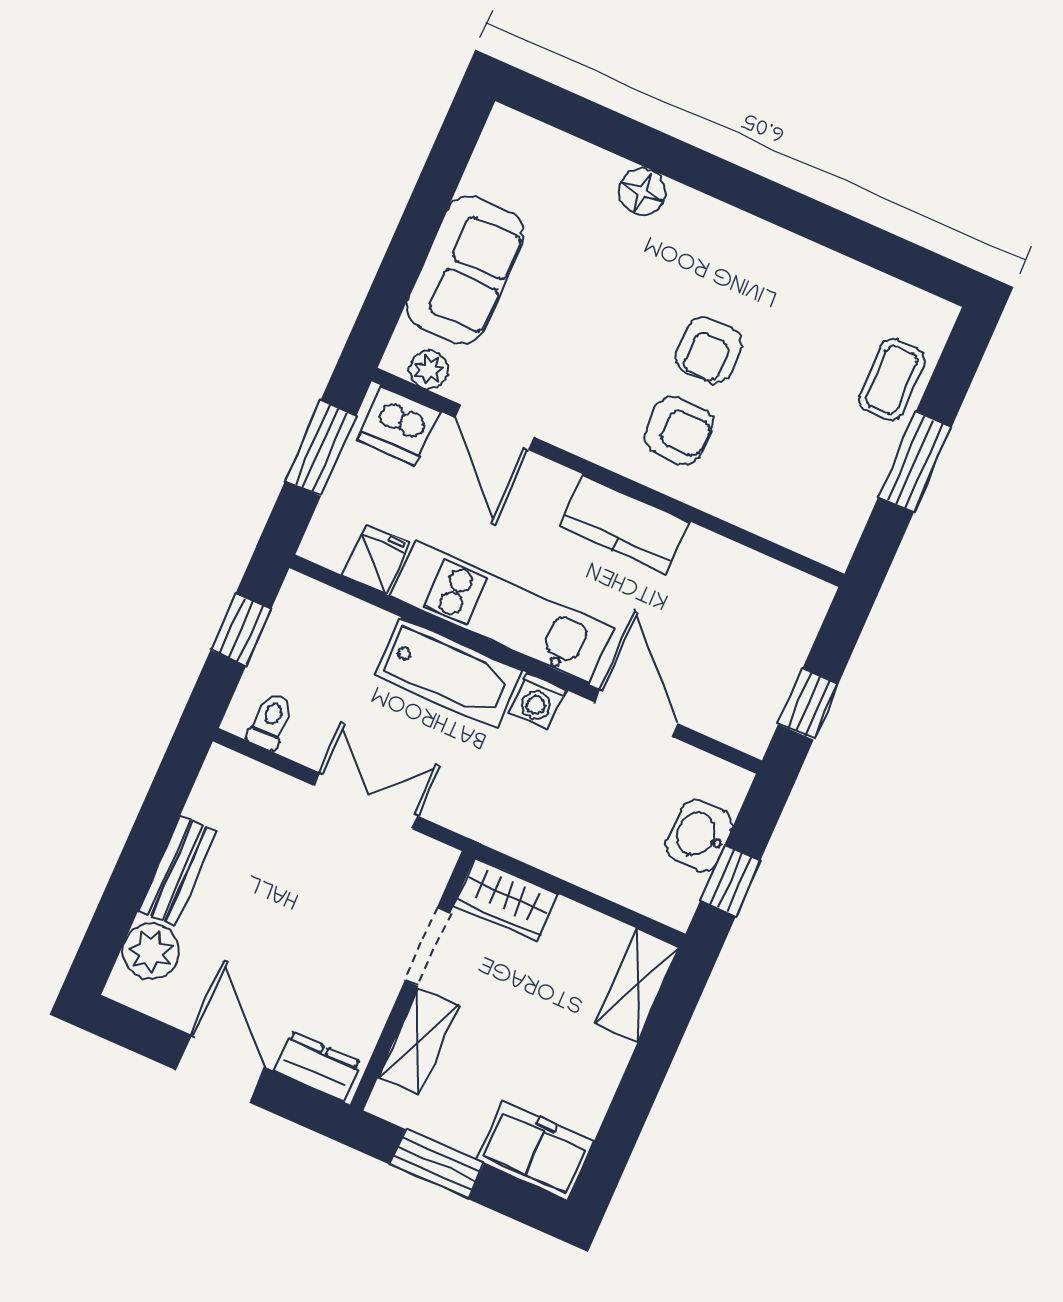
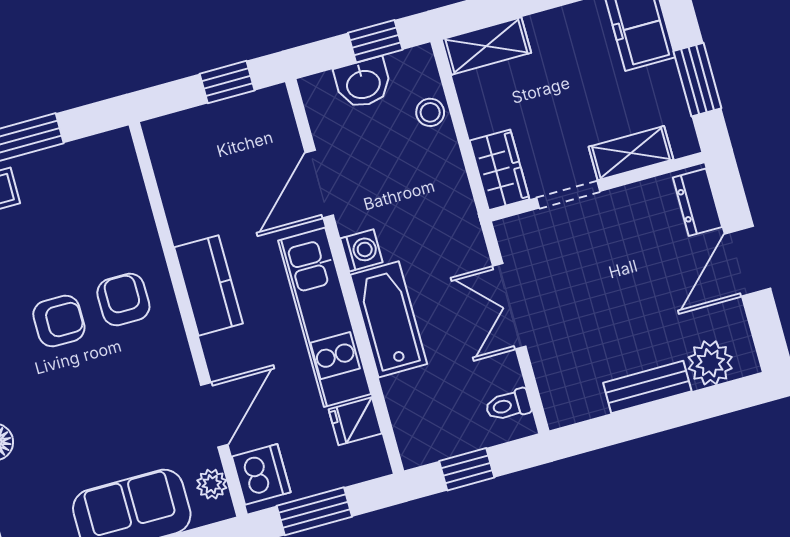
stool: (617, 878) -> (430, 112), added

